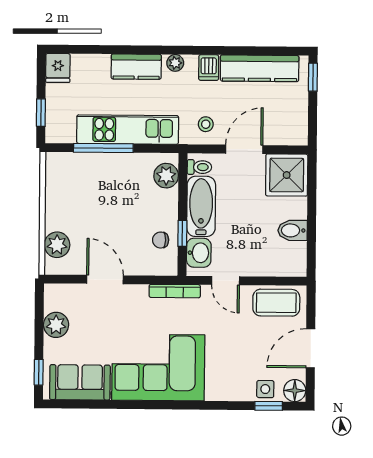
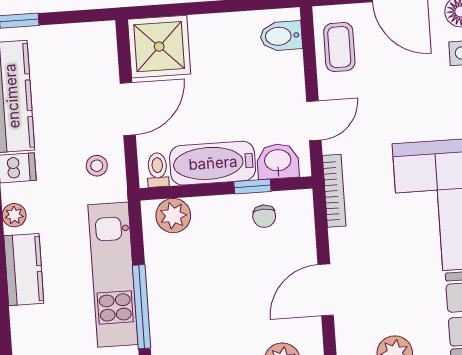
door: (244, 149) -> (128, 109), swing flipped
bidet: (293, 230) -> (281, 36), moved, turned 90
coffee table: (276, 303) -> (339, 47), width x0.73, depth x0.77

